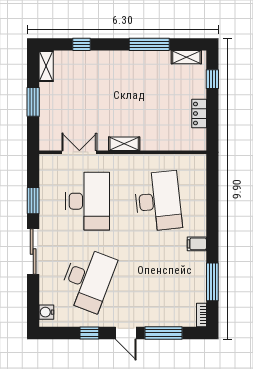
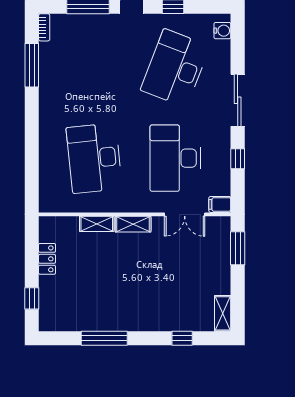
shelving: (186, 57) -> (97, 224), moved
window: (33, 102) -> (238, 248), moved
window: (33, 201) -> (238, 159), width x0.67
filing cabinet: (197, 244) -> (220, 204), moved, turned 180

